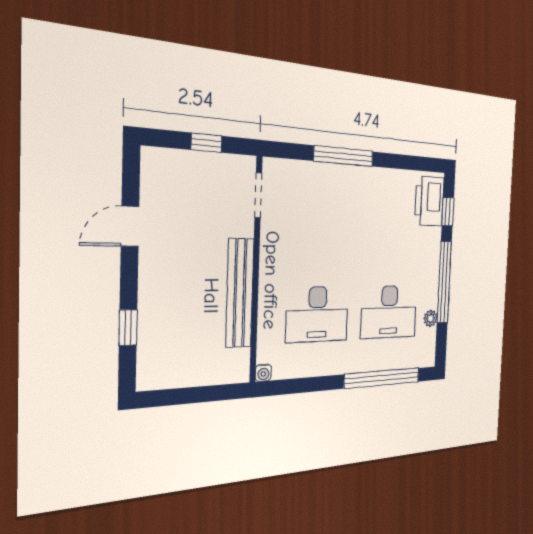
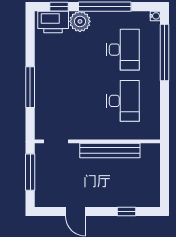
window: (207, 143) -> (30, 172), width x2.17
plant: (430, 318) -> (80, 21), moved, width x1.88, depth x1.88
water cooler: (263, 373) -> (155, 16), moved

